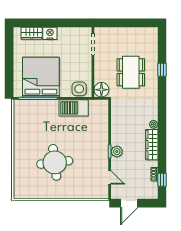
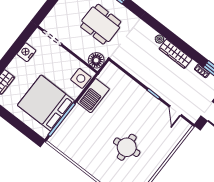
nightstand: (50, 33) -> (26, 52), moved
plant: (117, 152) -> (158, 88), removed
round table: (55, 162) -> (127, 147), width x0.73, depth x0.73
door: (110, 177) -> (175, 111), swing flipped

